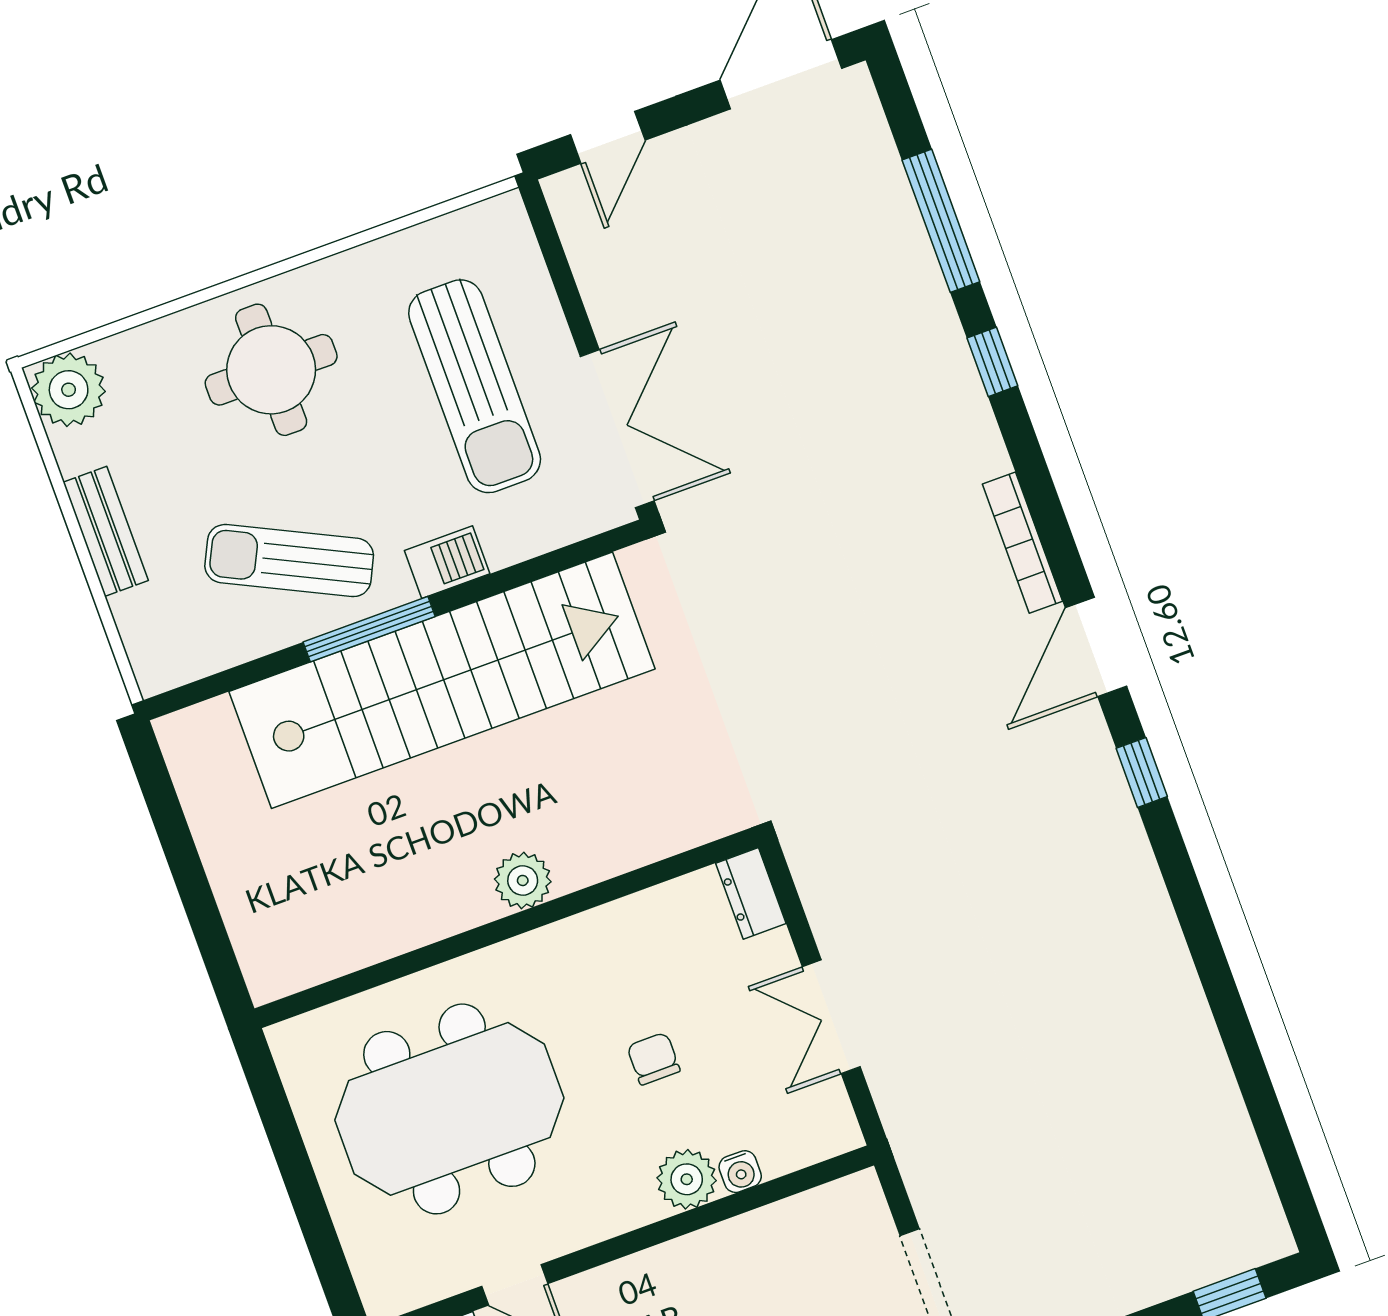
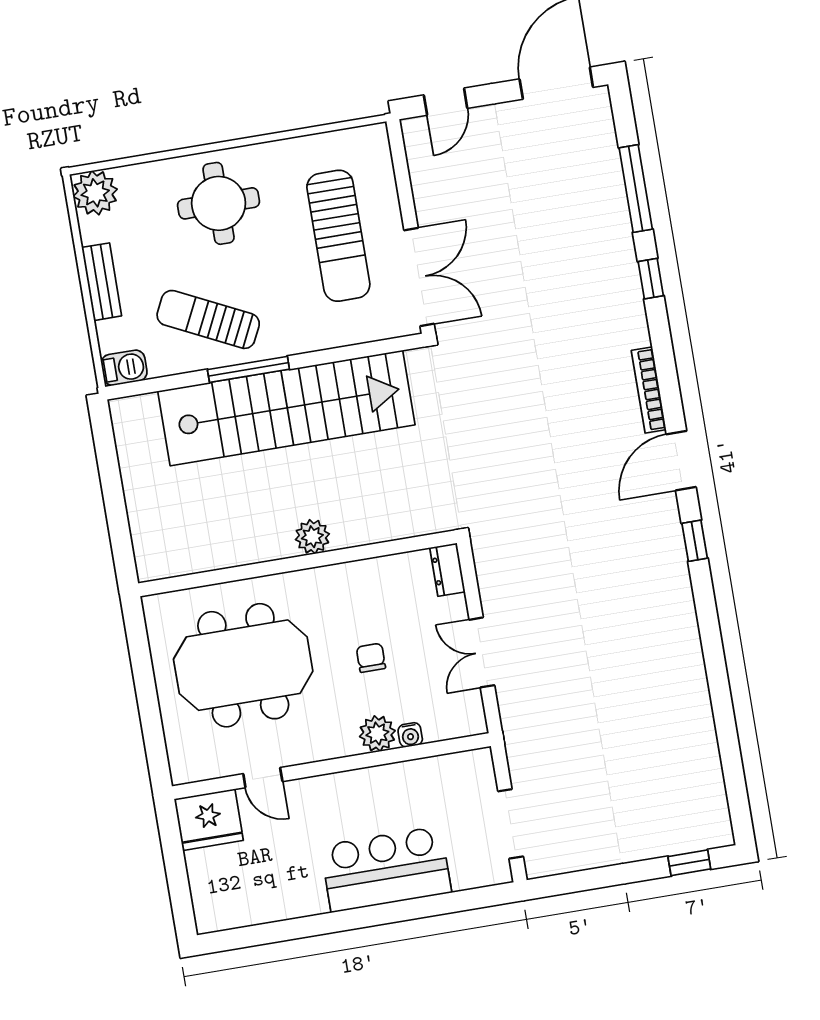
barbecue: (447, 562) -> (124, 368), moved

